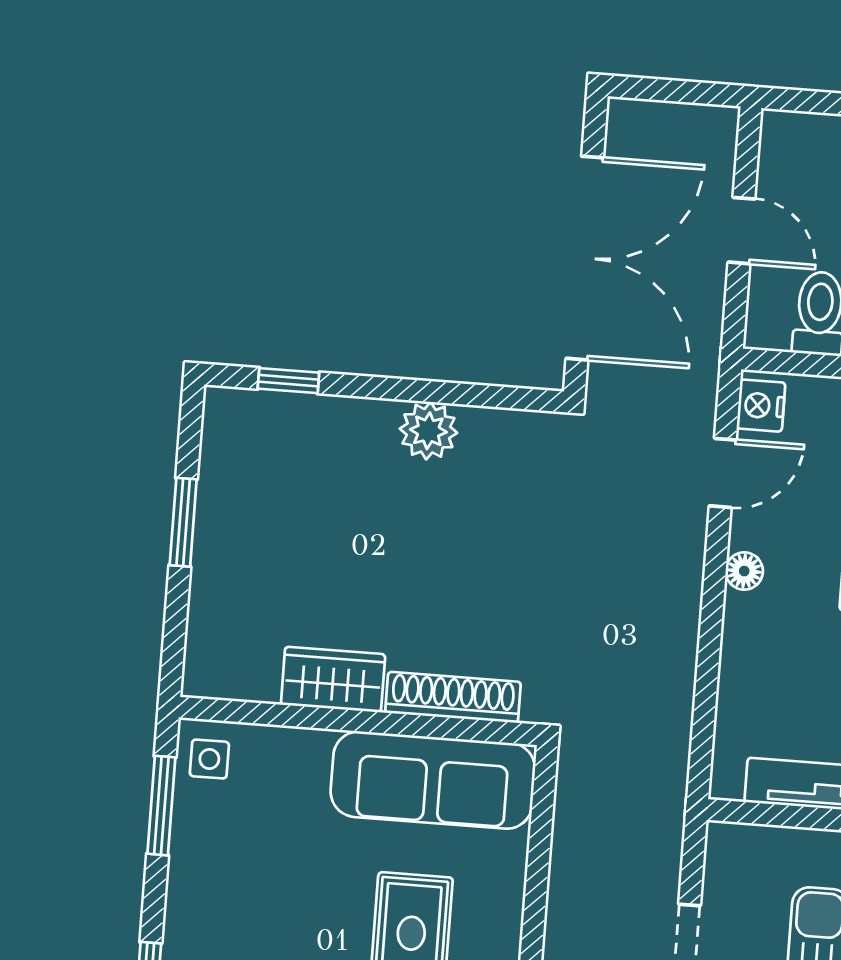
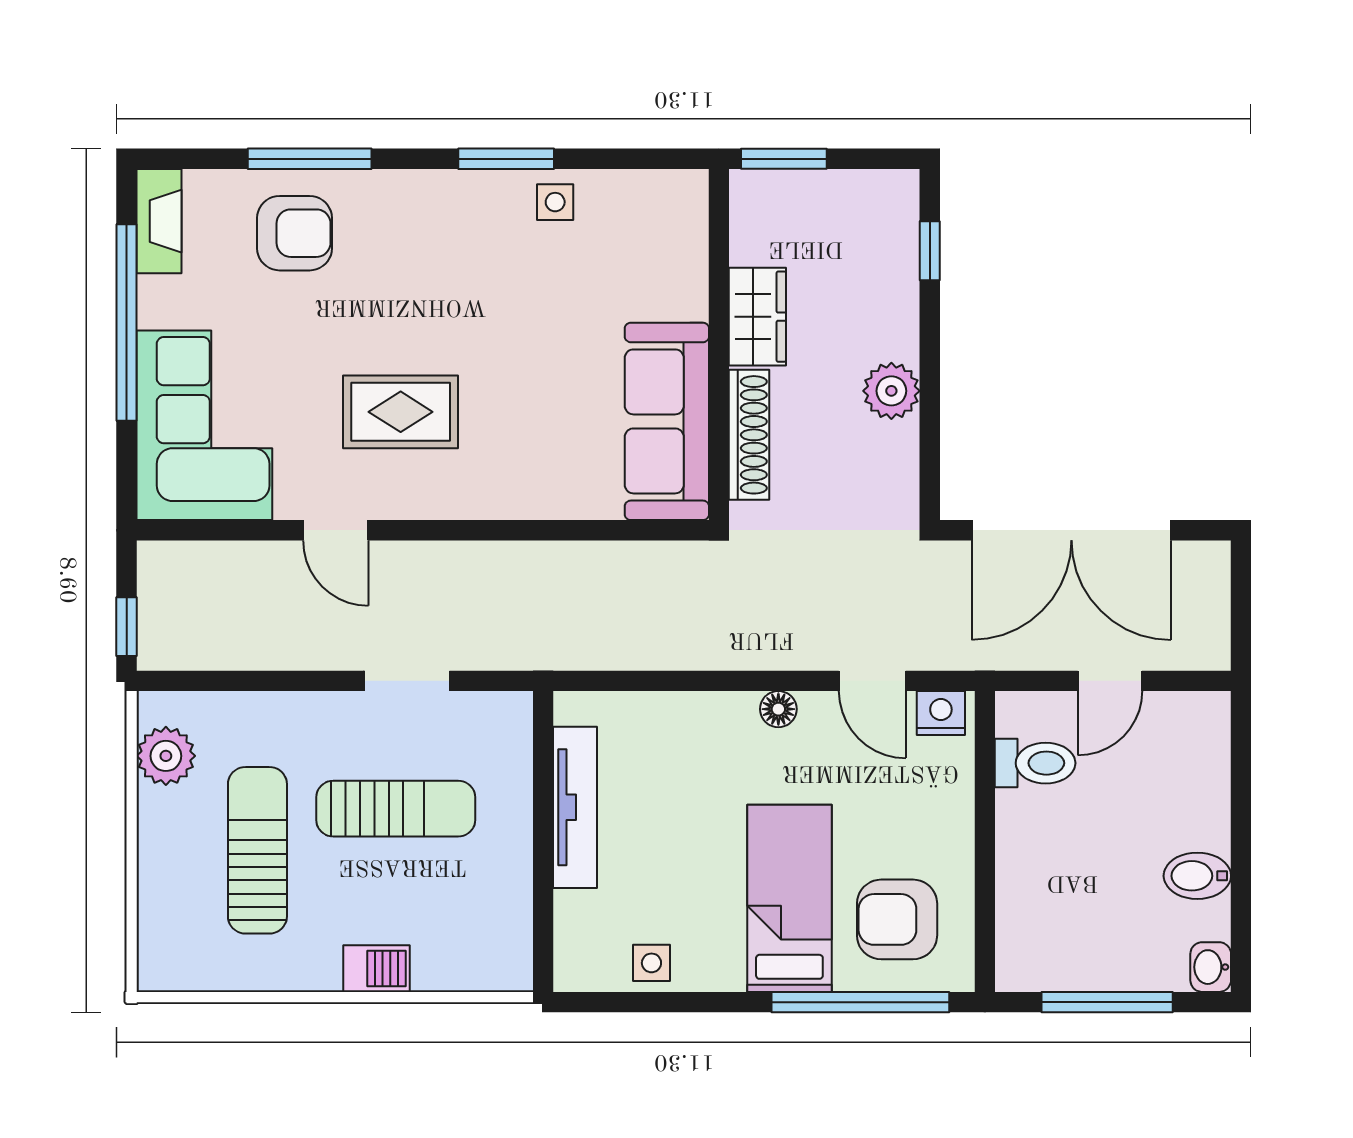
wardrobe: (333, 679) -> (757, 317), moved
shoe rack: (453, 697) -> (749, 435), moved
wall: (358, 721) -> (719, 345), moved
sofa: (433, 780) -> (667, 421), moved

